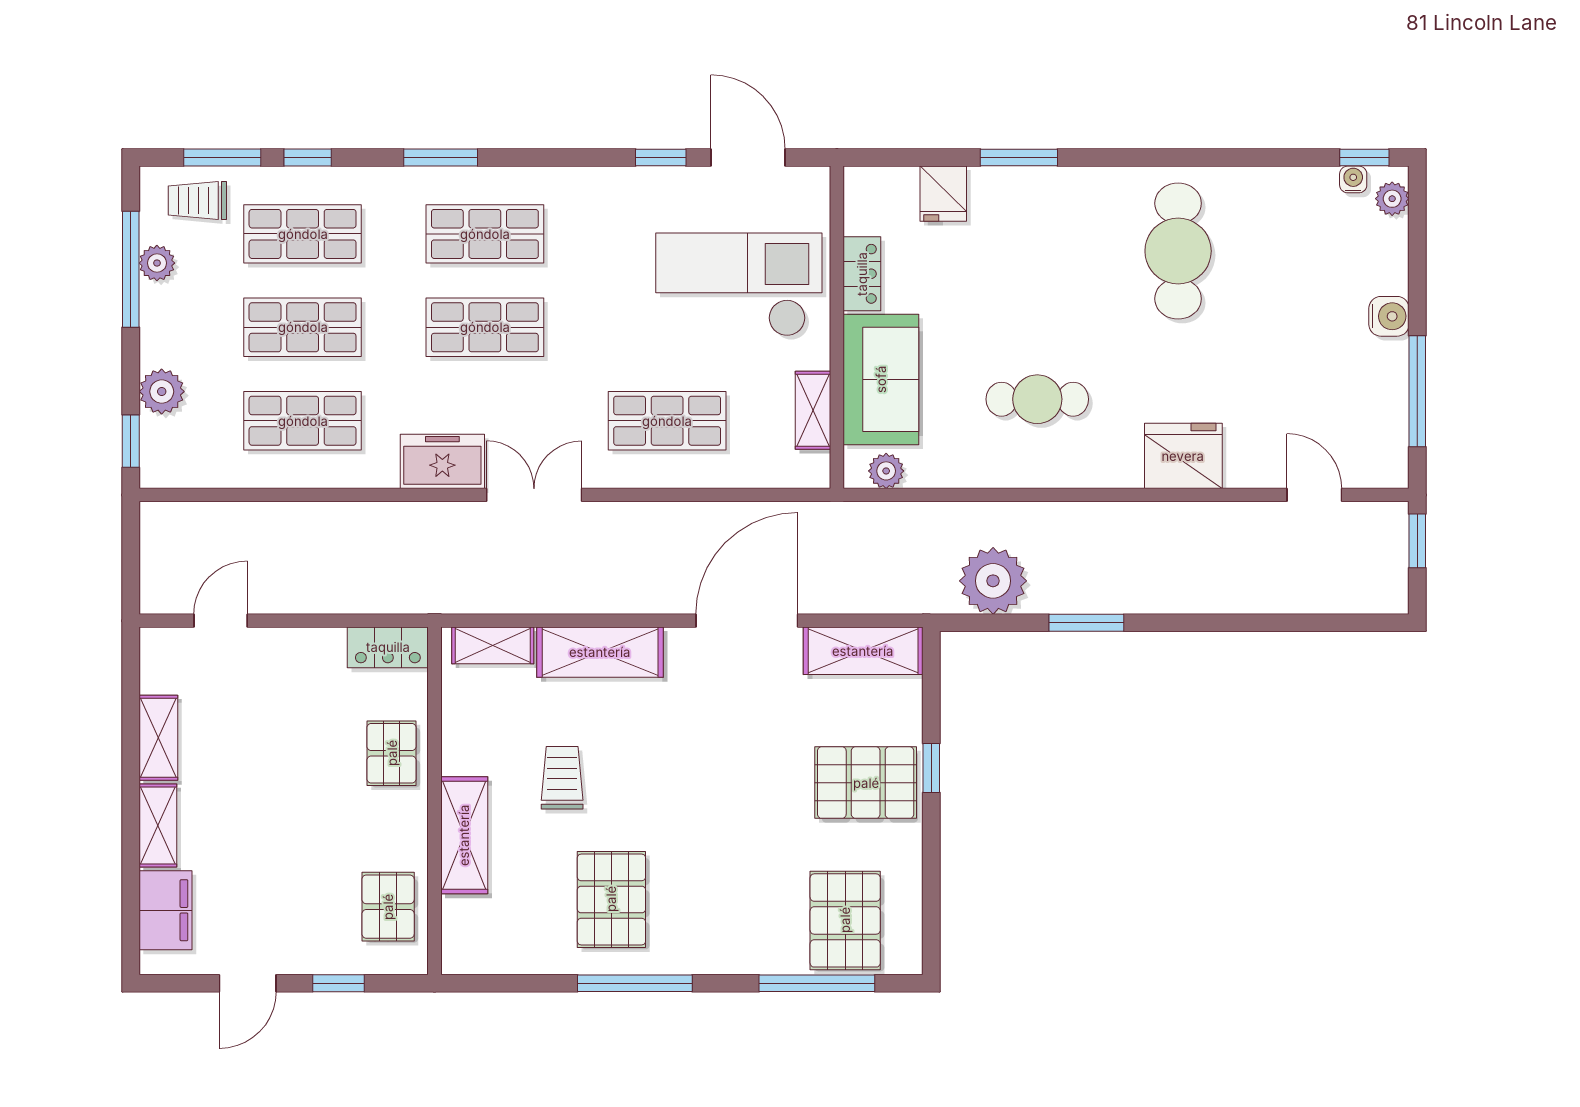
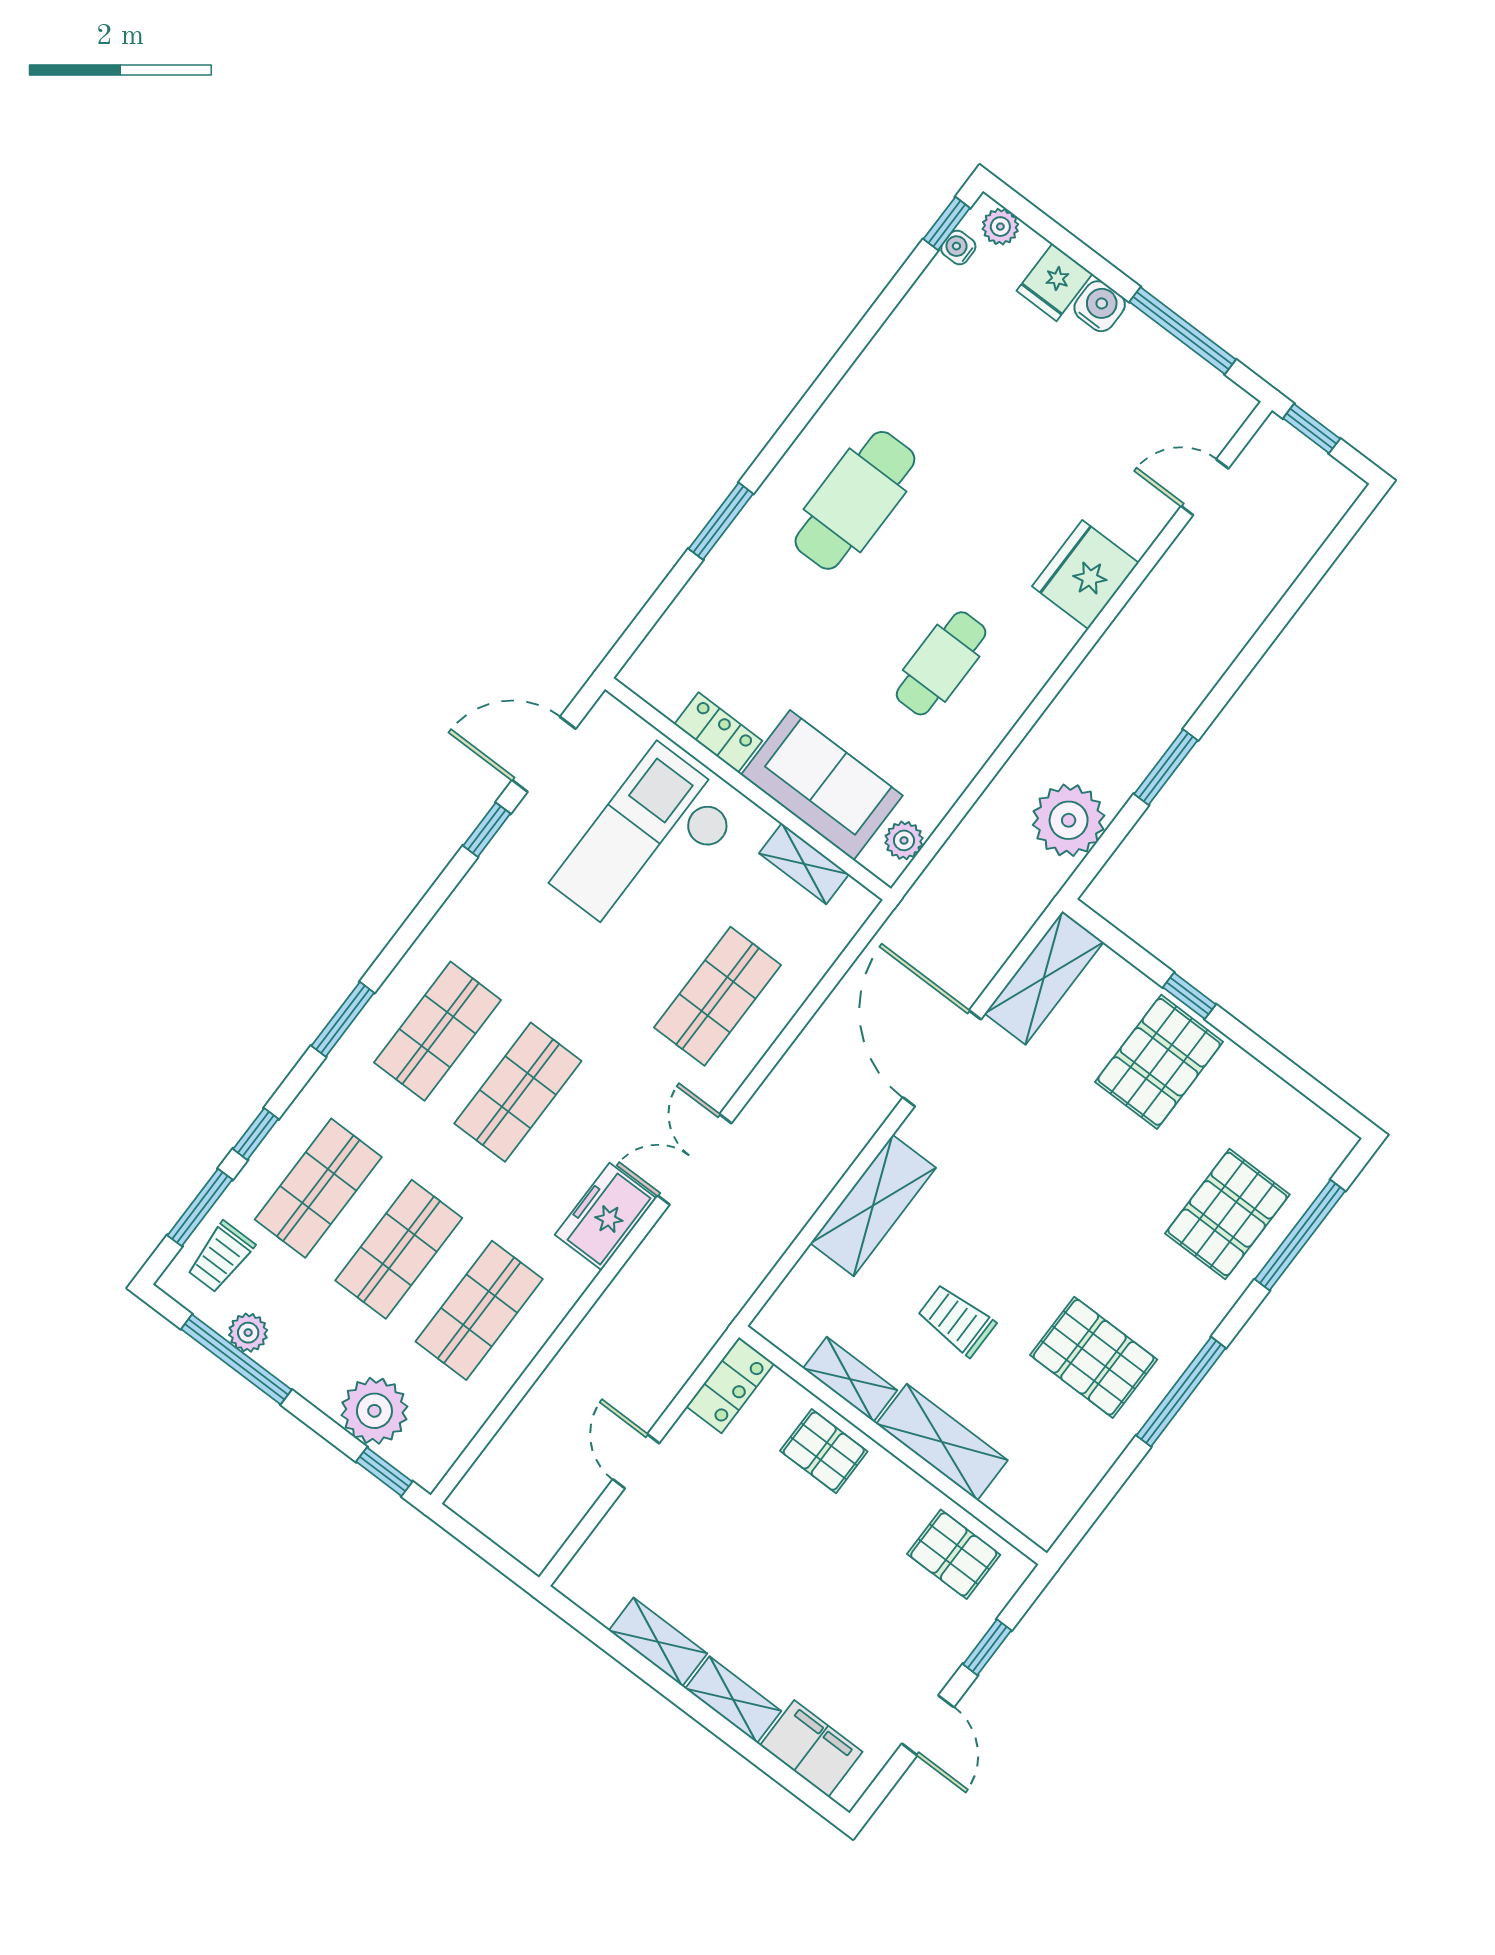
fridge: (943, 194) -> (1055, 282), moved, turned 90
cafe table: (1178, 251) -> (855, 500), moved, turned 90
plant: (162, 392) -> (374, 1411), width x1.36, depth x1.36
door: (221, 621) -> (636, 1461), moved
shelving: (493, 645) -> (850, 1379), moved, turned 90
pallet: (845, 920) -> (1227, 1214), moved, turned 90

